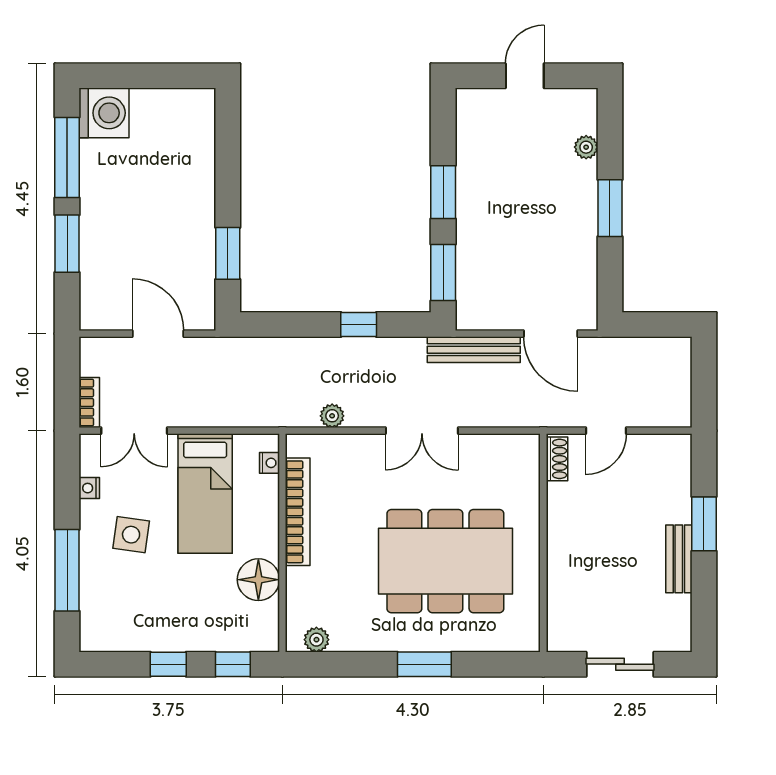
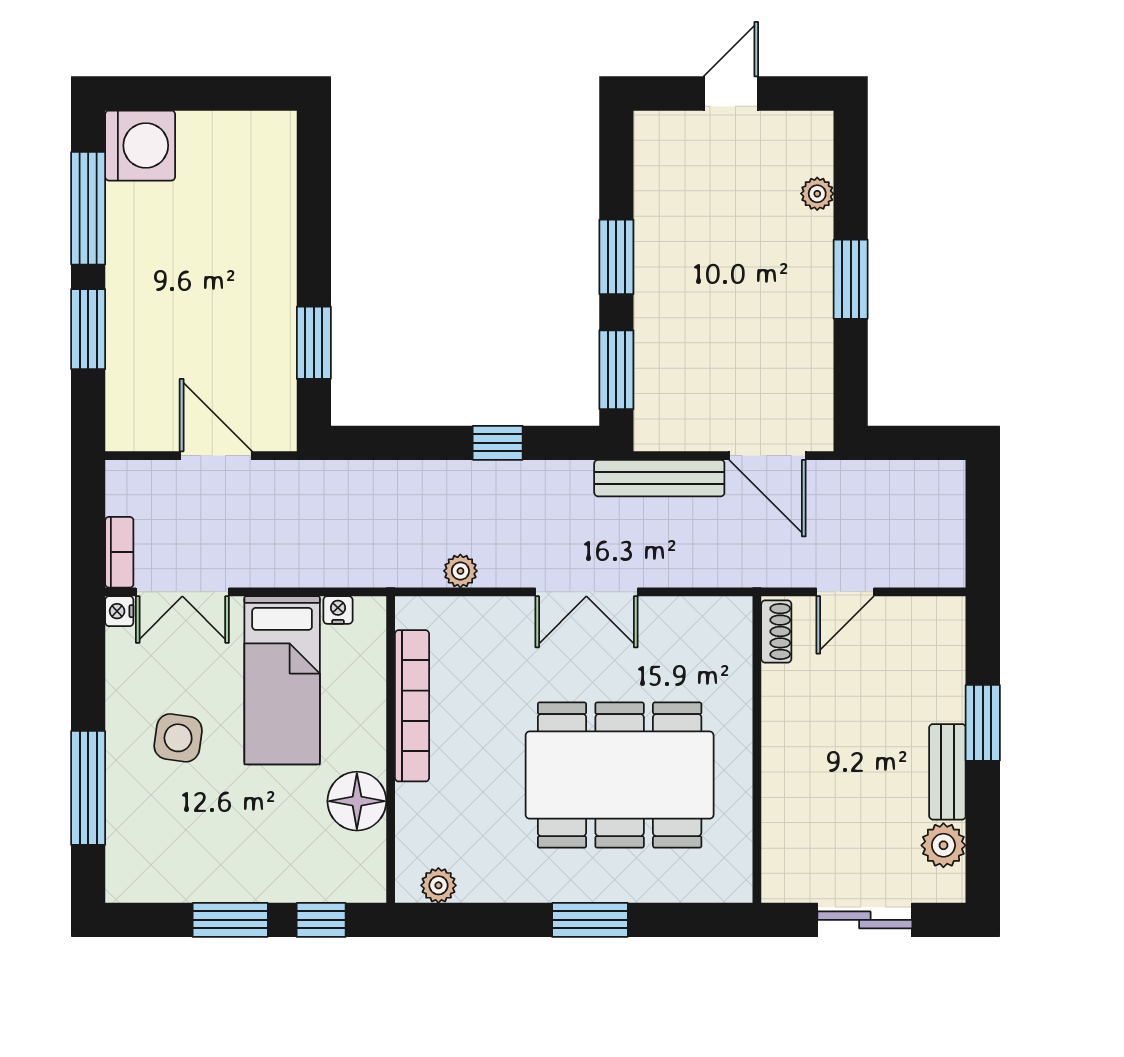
nightstand: (270, 463) -> (338, 610), moved, turned -90
nightstand: (89, 488) -> (119, 611), moved
plant: (676, 611) -> (943, 845), added
window: (168, 664) -> (230, 920), width x1.50

